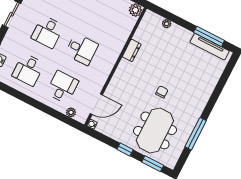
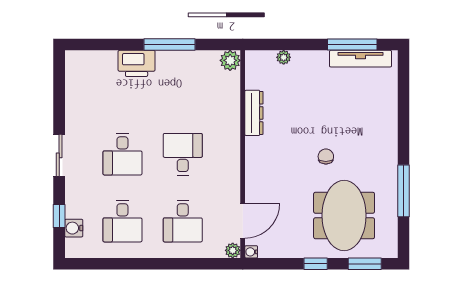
desk: (82, 49) -> (183, 154), turned -90
dresser: (132, 50) -> (254, 113), width x1.44
desk: (62, 87) -> (183, 221), turned 180
plant: (71, 112) -> (233, 250), moved

